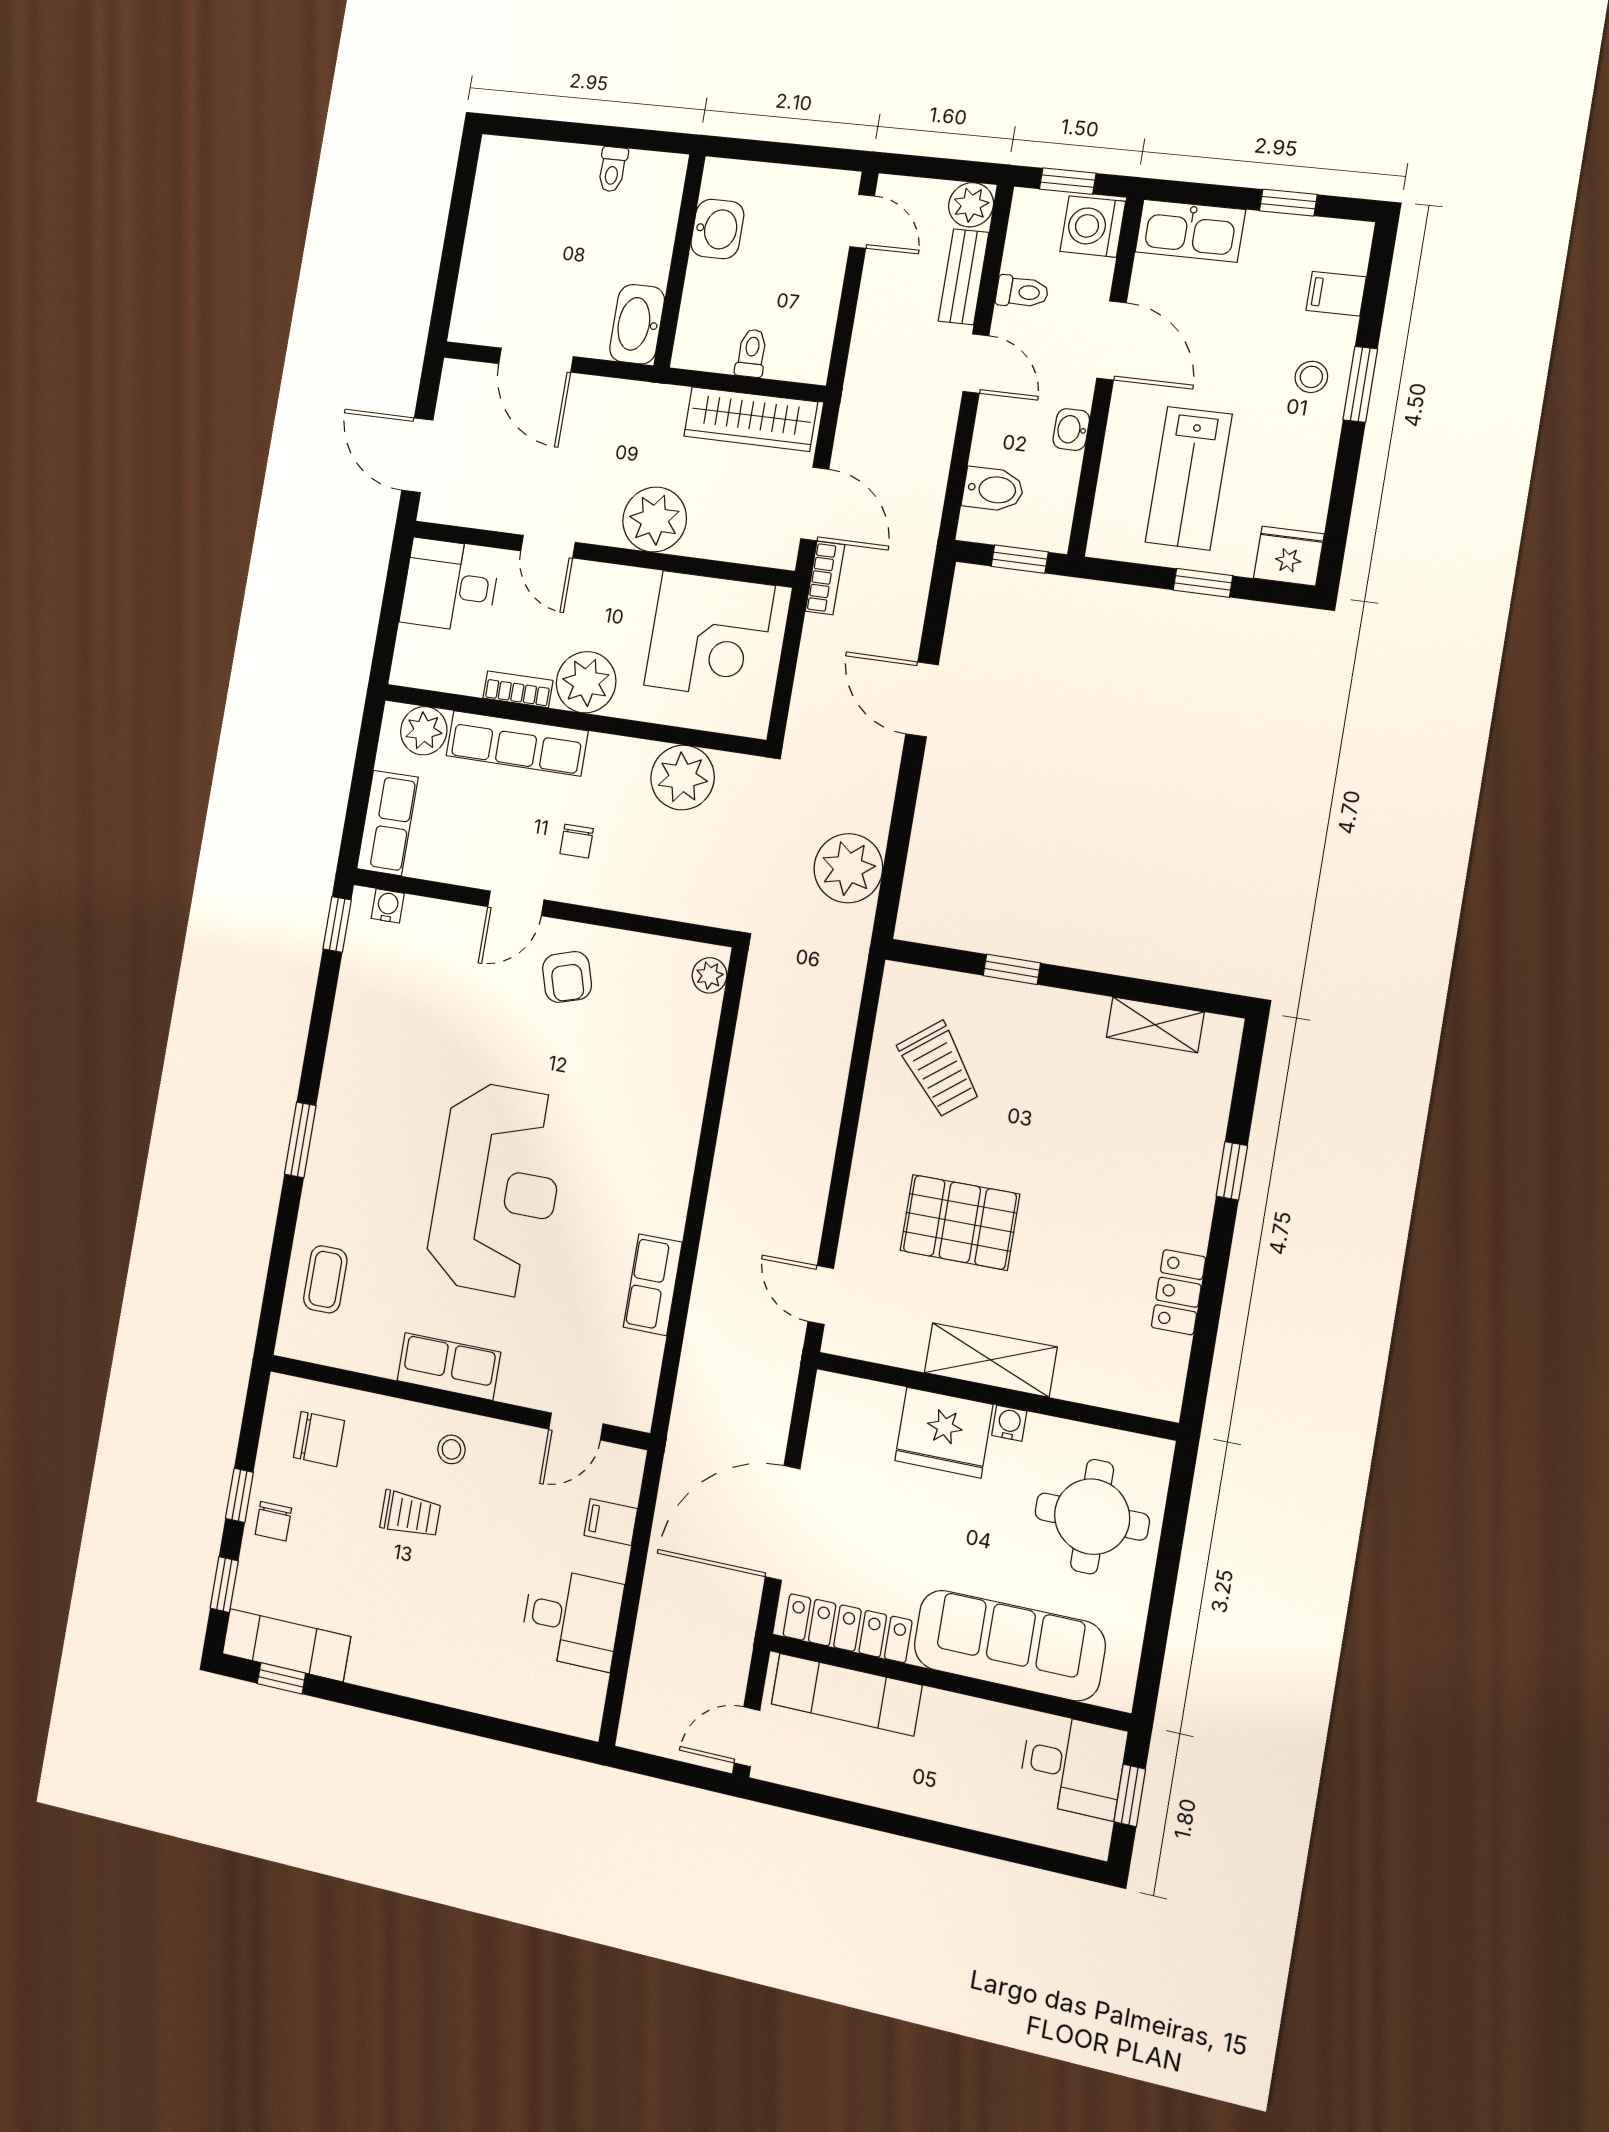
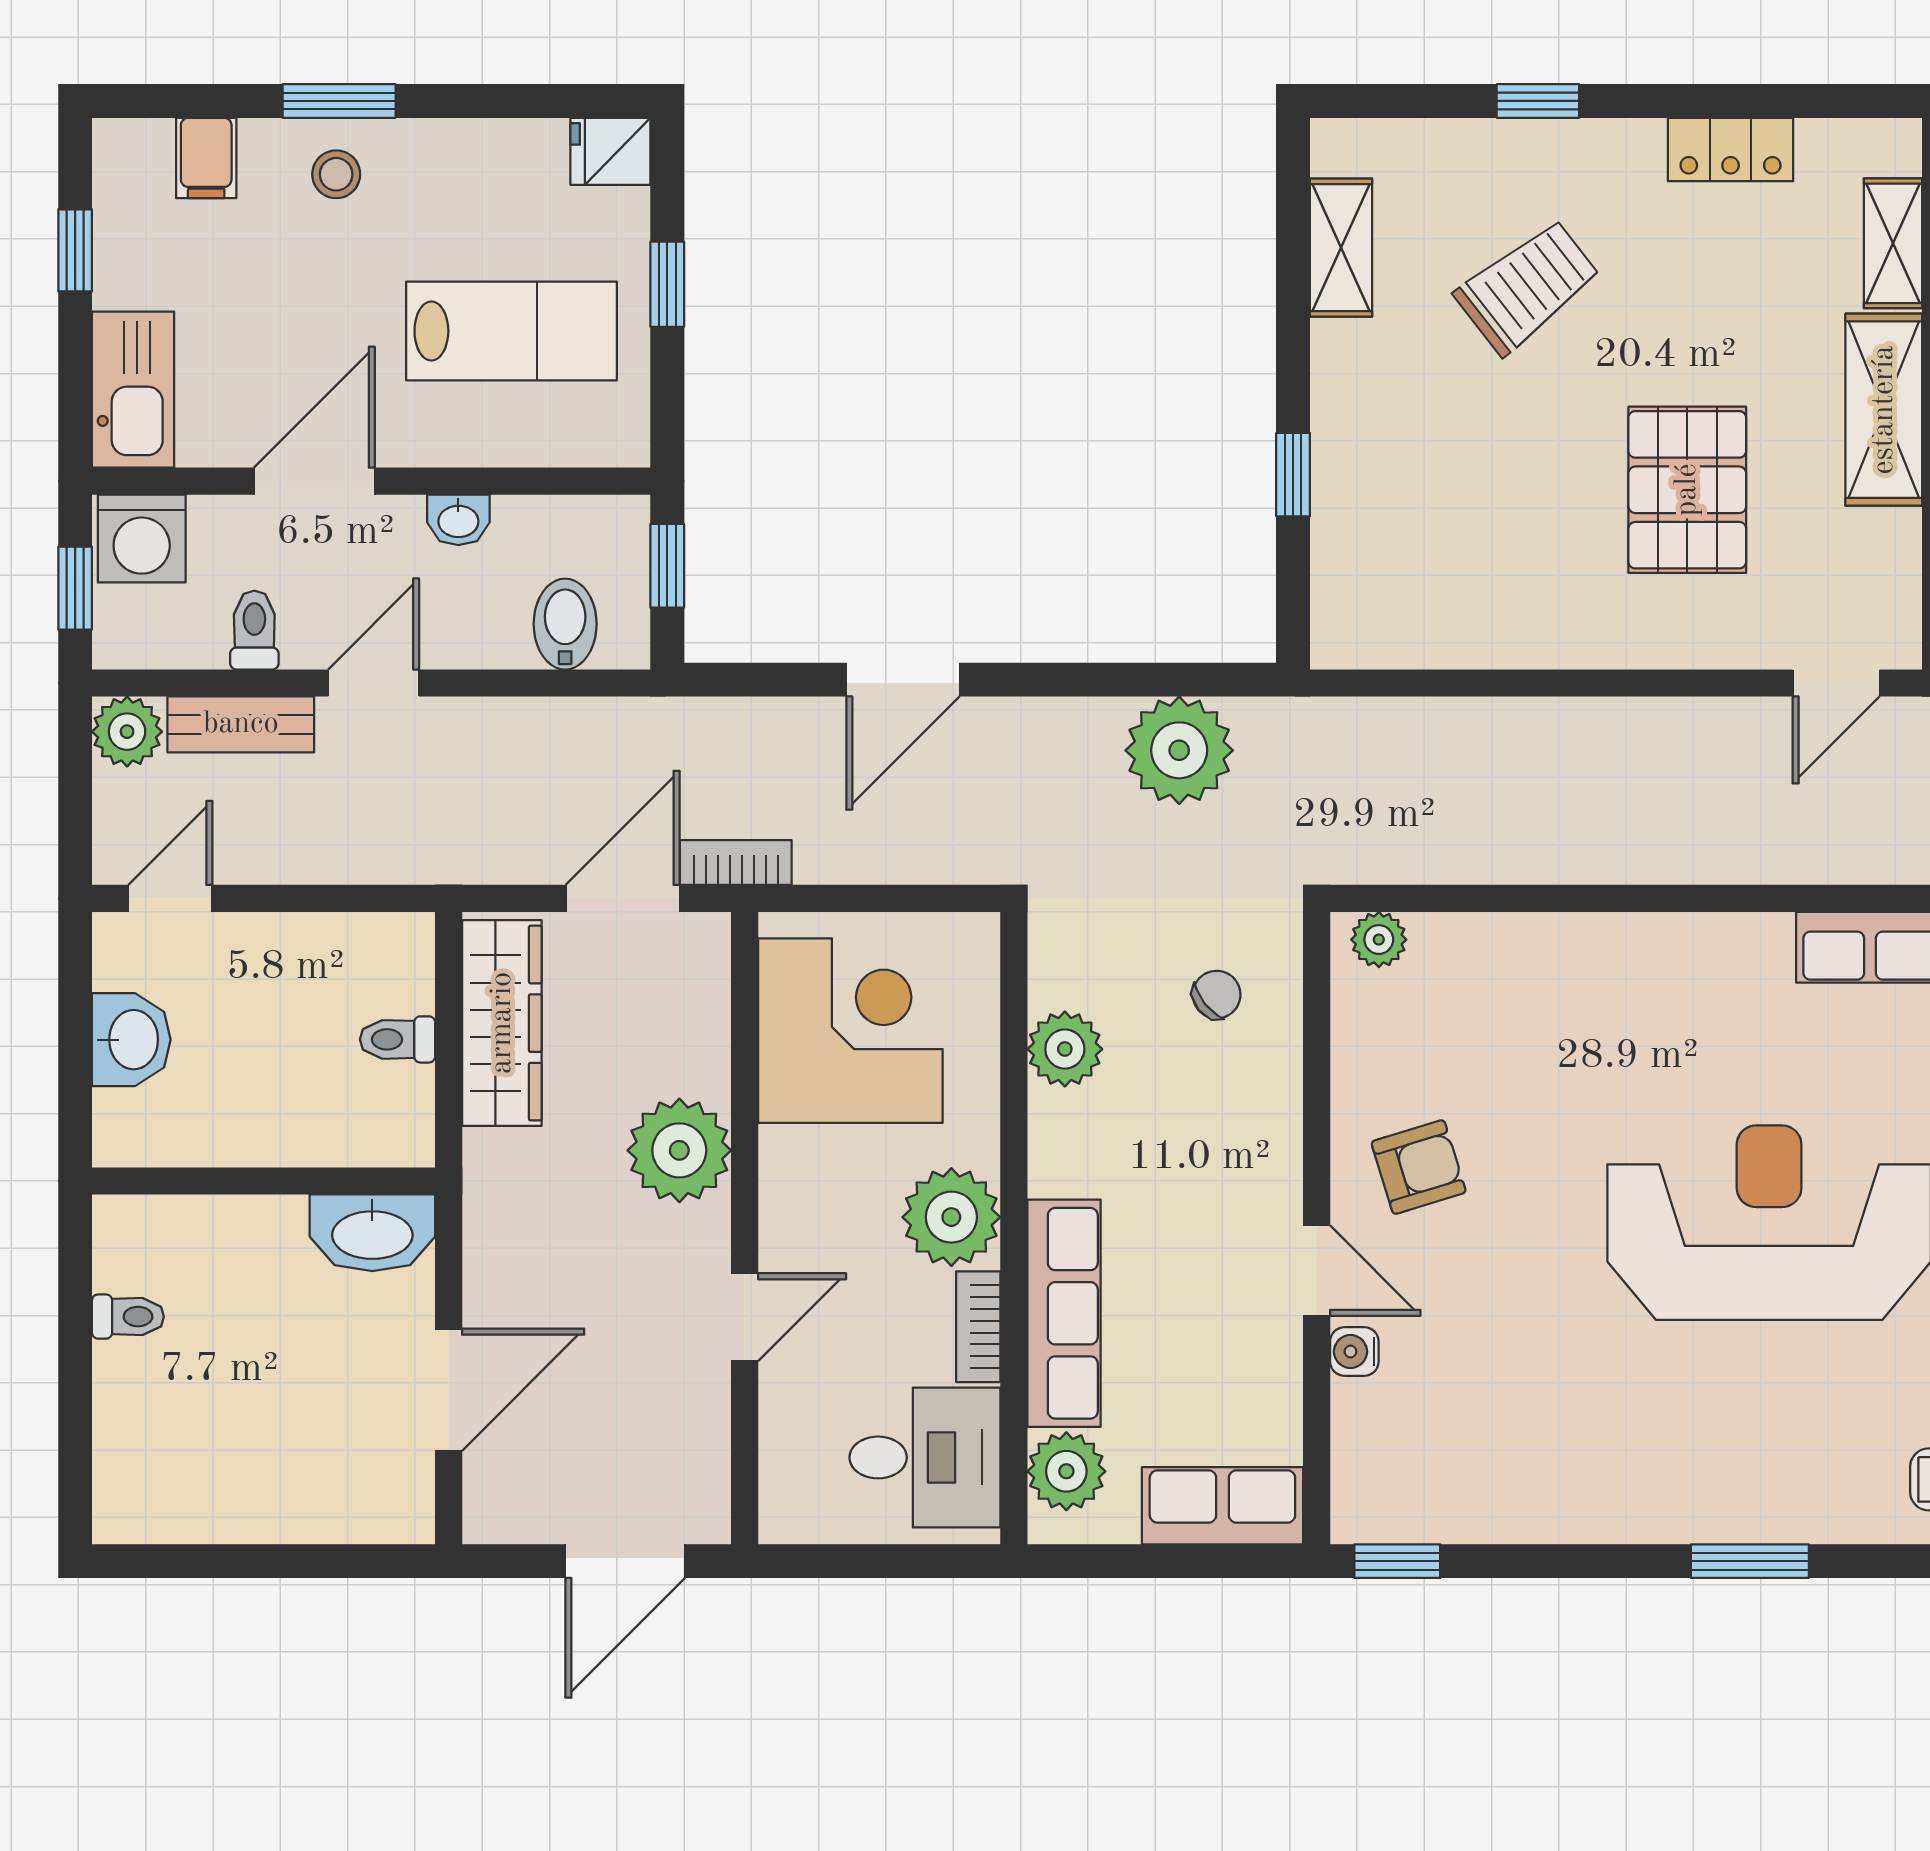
washbasin: (717, 229) -> (131, 1040), moved, turned 90
fridge: (1289, 556) -> (610, 151), width x0.72
desk: (450, 586) -> (925, 1457), moved, turned -90
plant: (683, 778) -> (1065, 1049), width x0.73, depth x0.73
chair: (577, 841) -> (1217, 995), moved, turned -39
water cooler: (388, 906) -> (1354, 1352), moved
trolley: (939, 1069) -> (1527, 287), moved
shelving: (1099, 1387) -> (1893, 243), added

